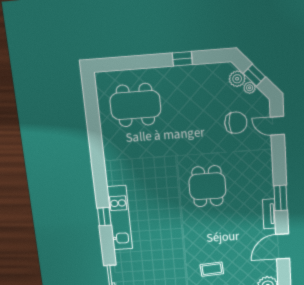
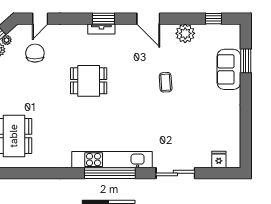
tv unit: (269, 214) -> (101, 29), moved
window: (104, 217) -> (110, 173), width x3.17
kitchen unit: (120, 218) -> (112, 160), width x1.36

